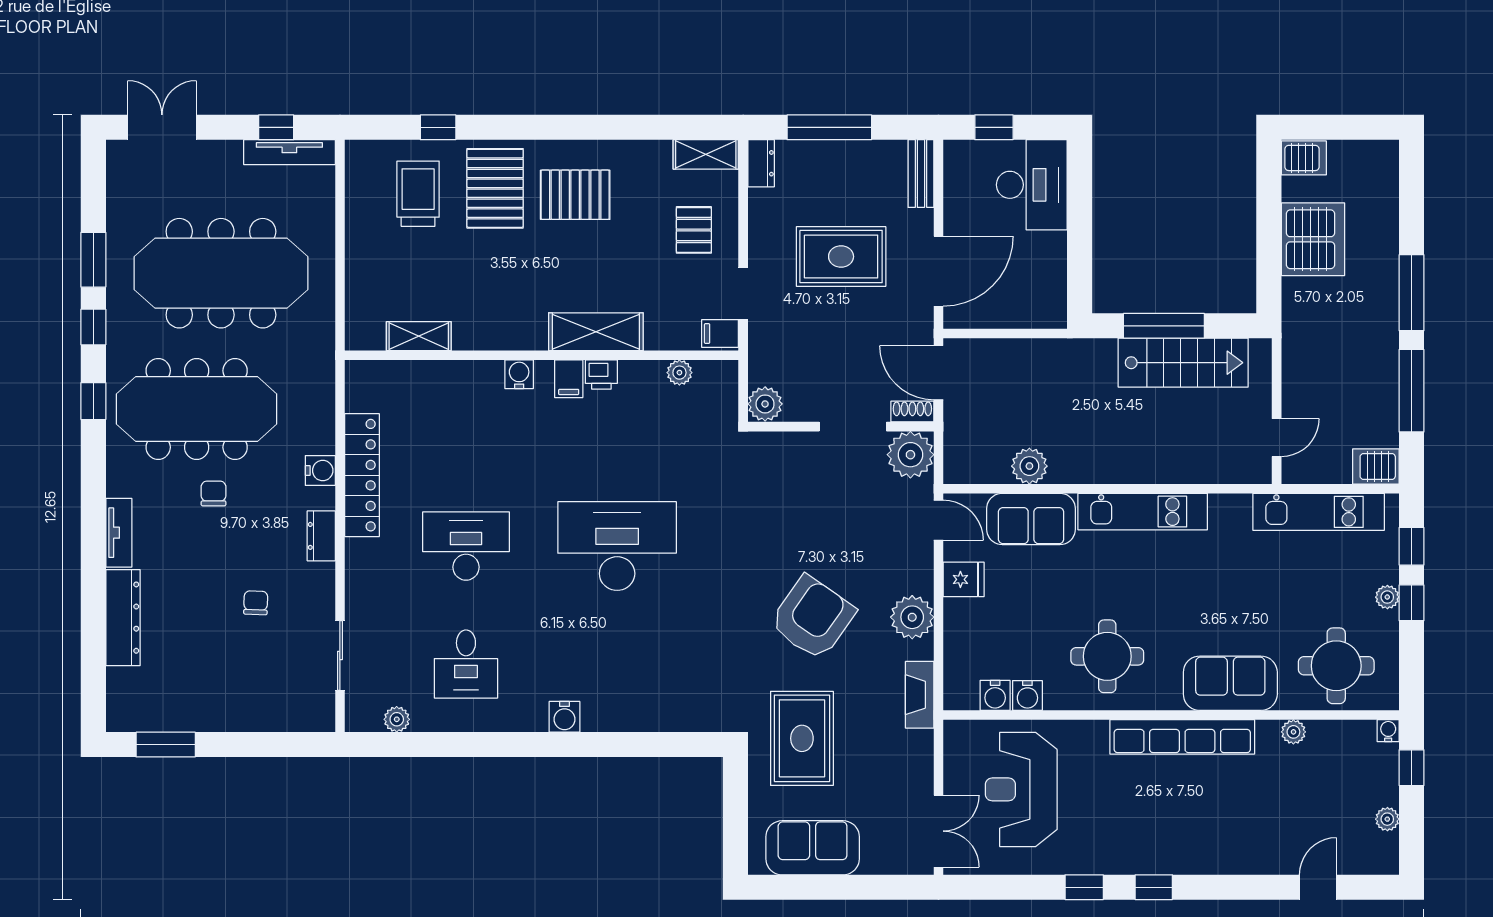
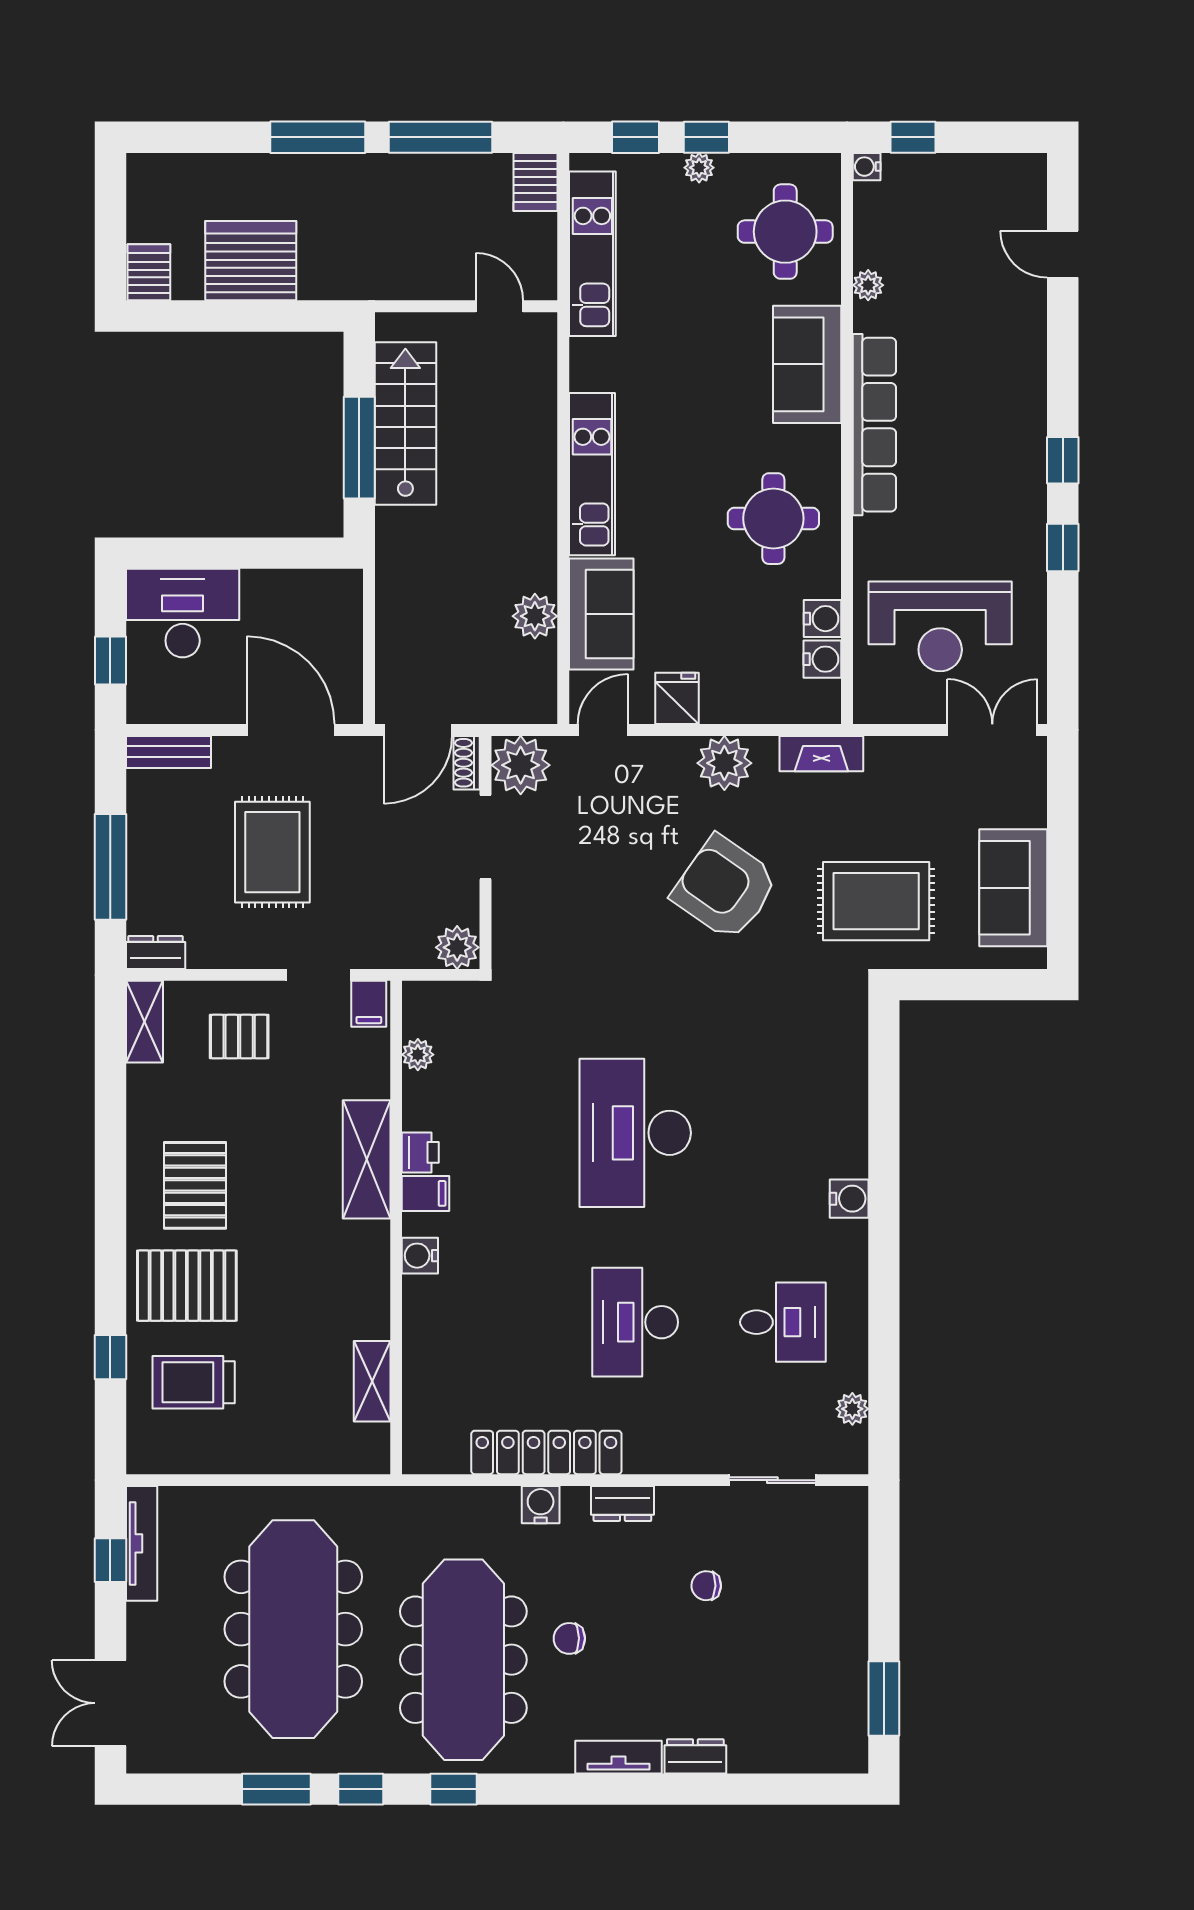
dresser: (123, 618) -> (695, 1756), width x0.51, depth x0.80
plant: (1387, 819) -> (977, 168), removed

